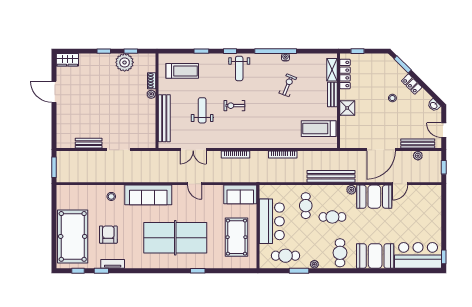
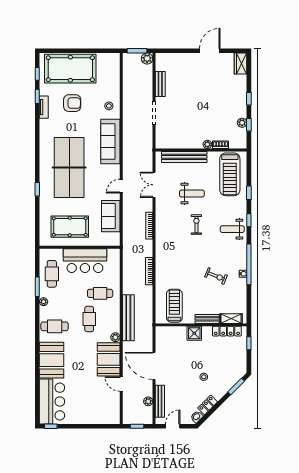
plant: (125, 62) -> (242, 123), width x0.53, depth x0.53
treadmill: (182, 71) -> (230, 174), width x1.37, depth x1.37
locker: (412, 84) -> (208, 405), moved
plant: (62, 157) -> (147, 59), added
sofa: (240, 194) -> (111, 216), moved

